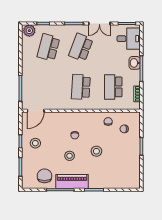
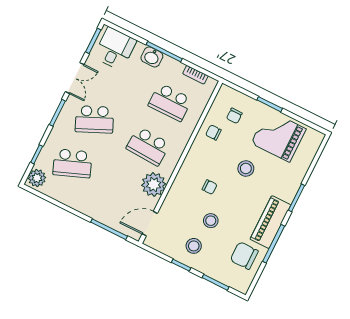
school desk: (48, 47) -> (72, 163), turned -36
school desk: (81, 47) -> (94, 119), turned -45
plant: (60, 101) -> (154, 185), added
door: (36, 111) -> (150, 224), swing flipped
stool: (70, 156) -> (211, 221), moved
grand piano: (125, 161) -> (278, 136), added

